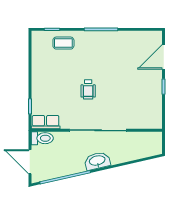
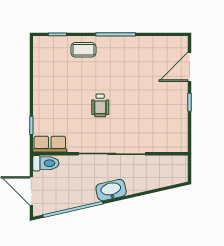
coffee table: (63, 43) -> (83, 50), moved

